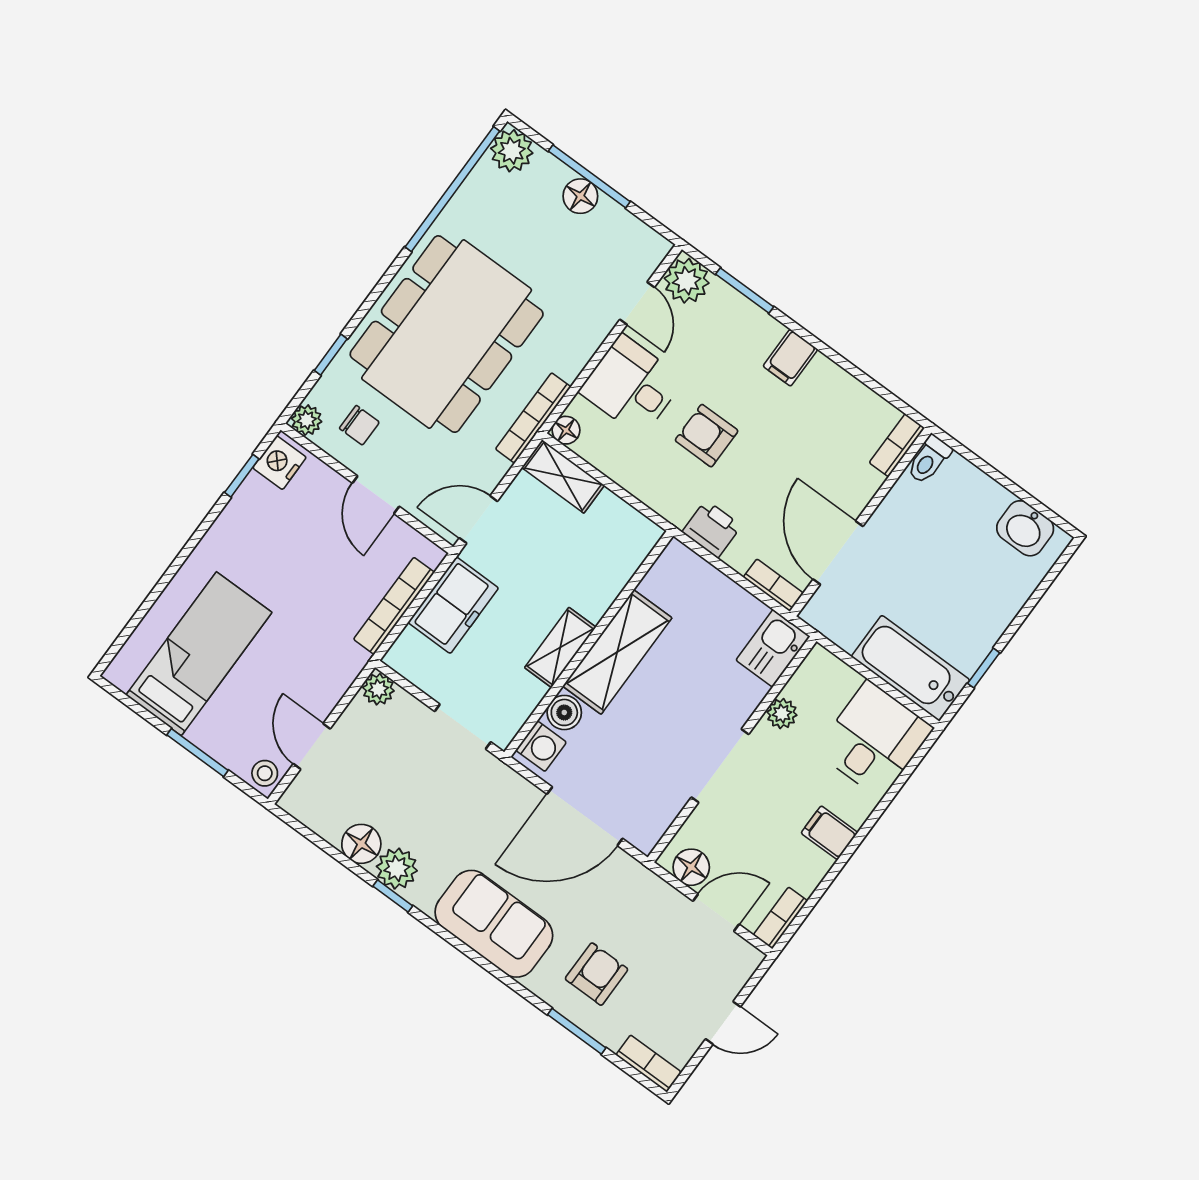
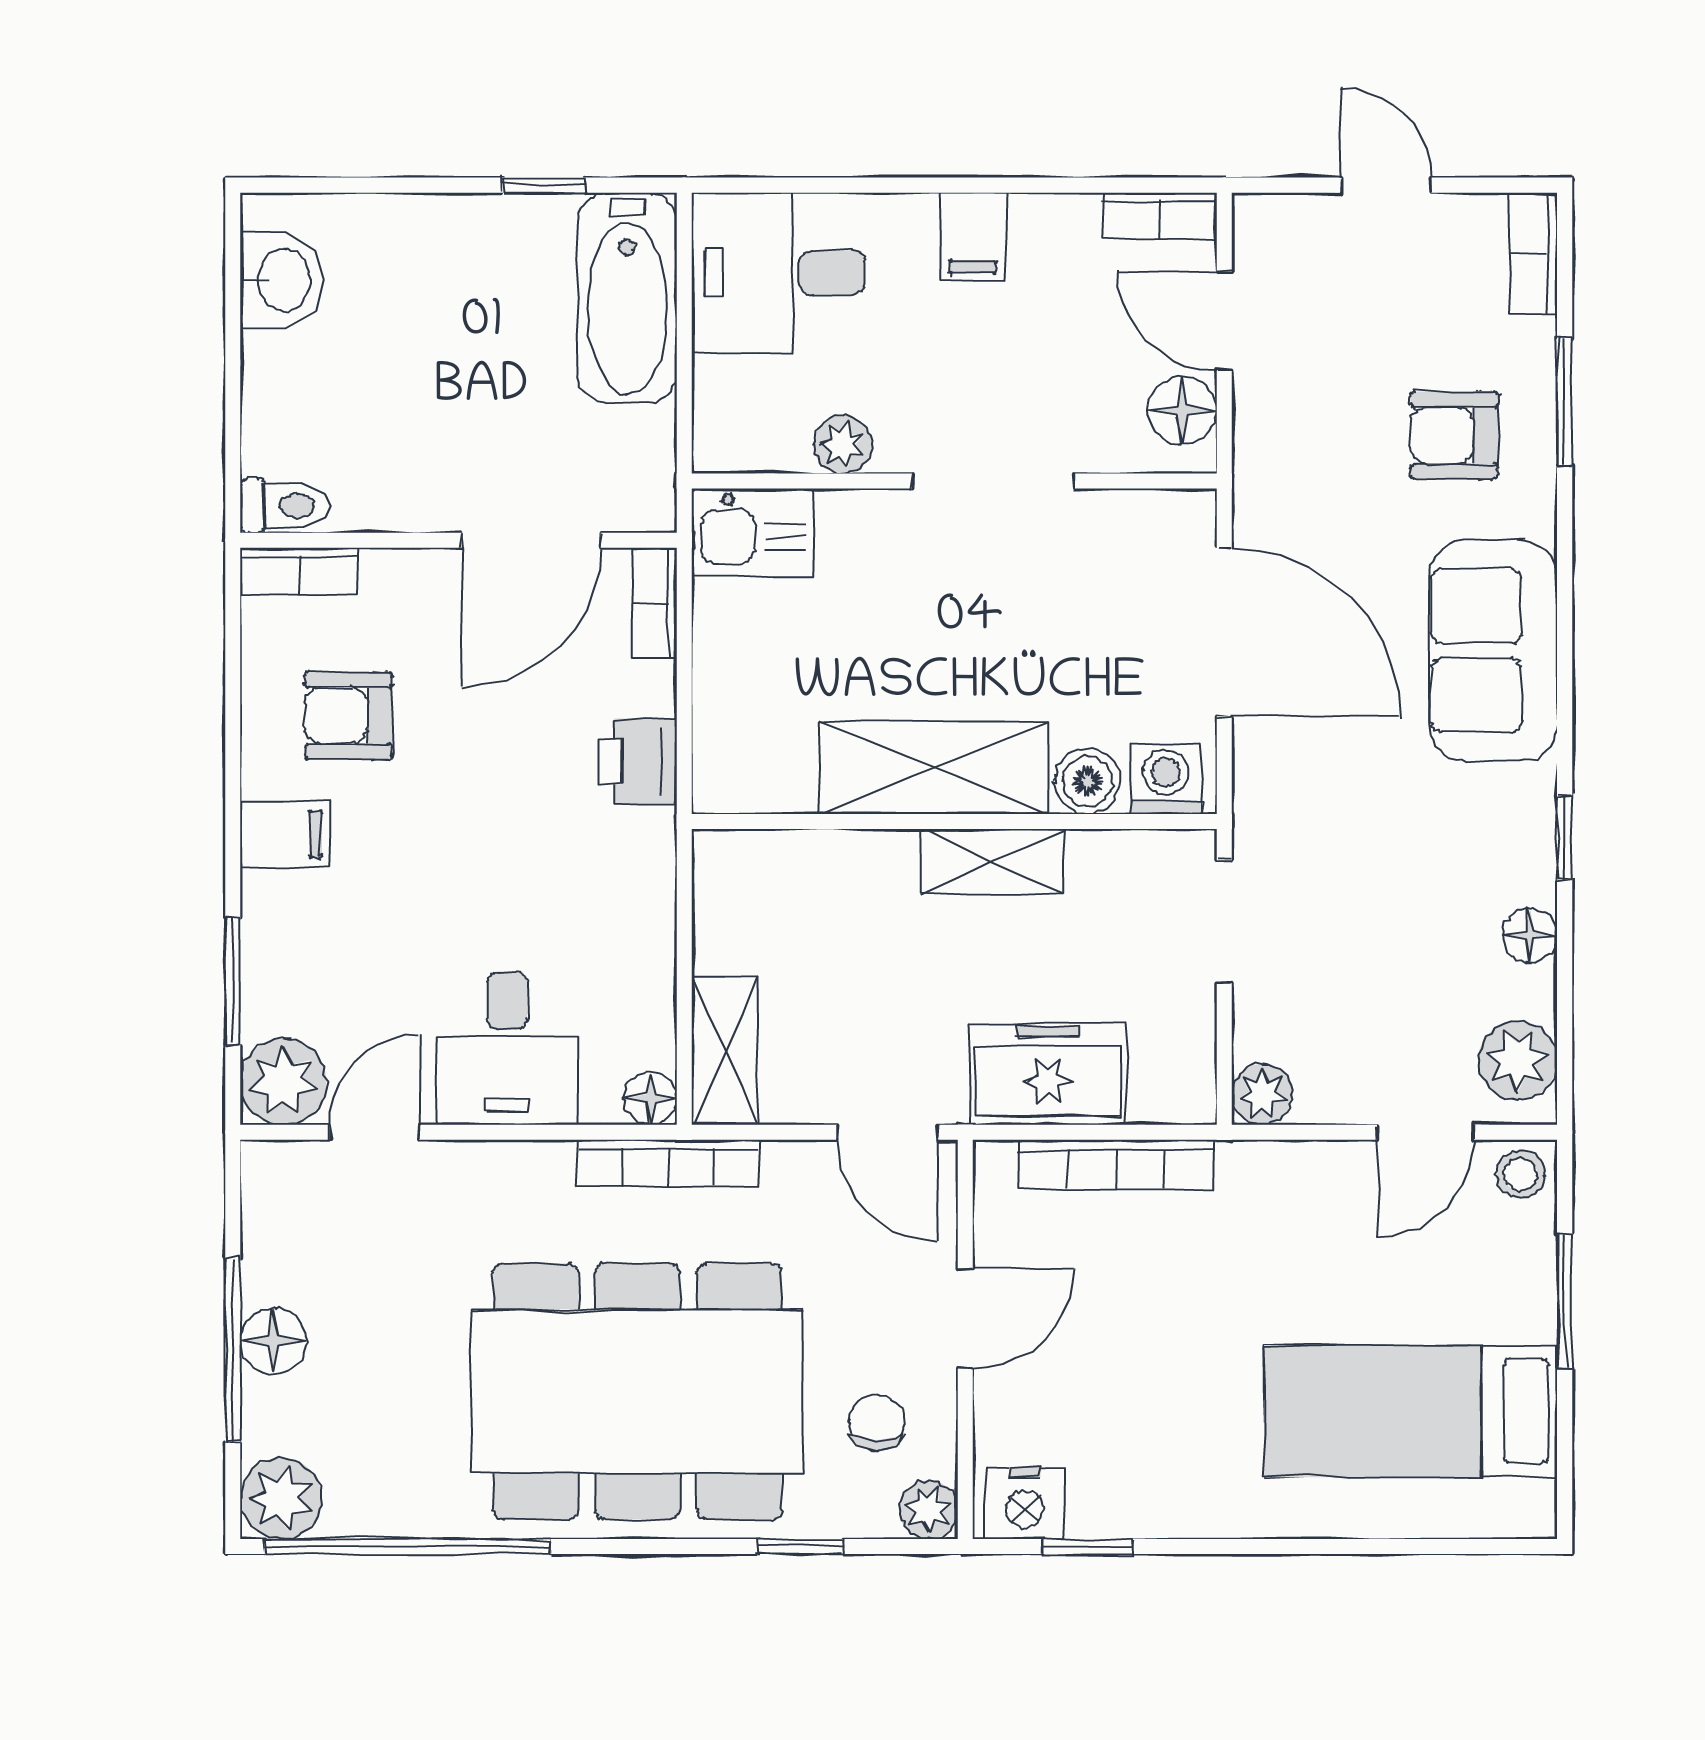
armchair: (707, 436) -> (348, 716), moved, turned 90
floor lamp: (361, 844) -> (1530, 935), width x0.73, depth x0.73
plant: (397, 869) -> (1518, 1060), moved

